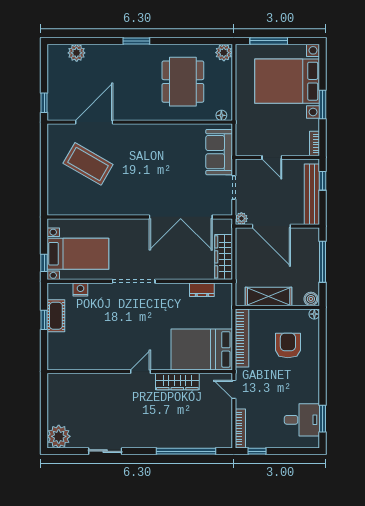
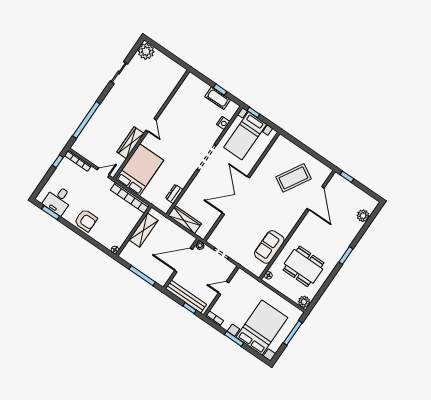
sofa: (219, 152) -> (269, 247), moved, turned -90
double door: (181, 217) -> (236, 195), moved
boiler: (311, 299) -> (125, 254), removed
armchair: (288, 345) -> (86, 220), moved

